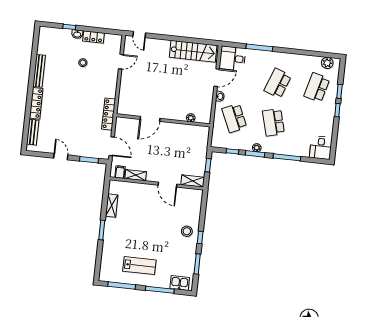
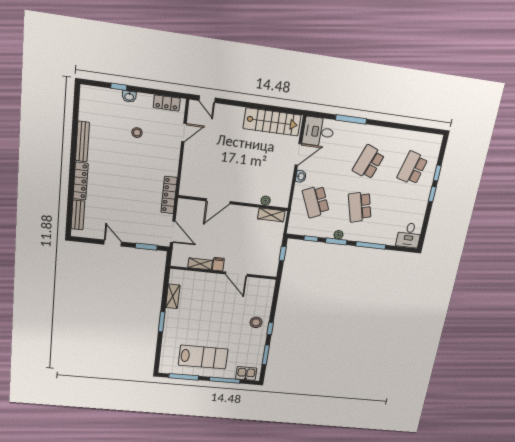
locker: (93, 37) -> (167, 103), moved
plant: (327, 63) -> (428, 140), removed
filing cabinet: (120, 172) -> (218, 264), moved
shelving: (193, 181) -> (271, 215), moved
lab bench: (139, 266) -> (203, 357), width x1.36, depth x1.39

